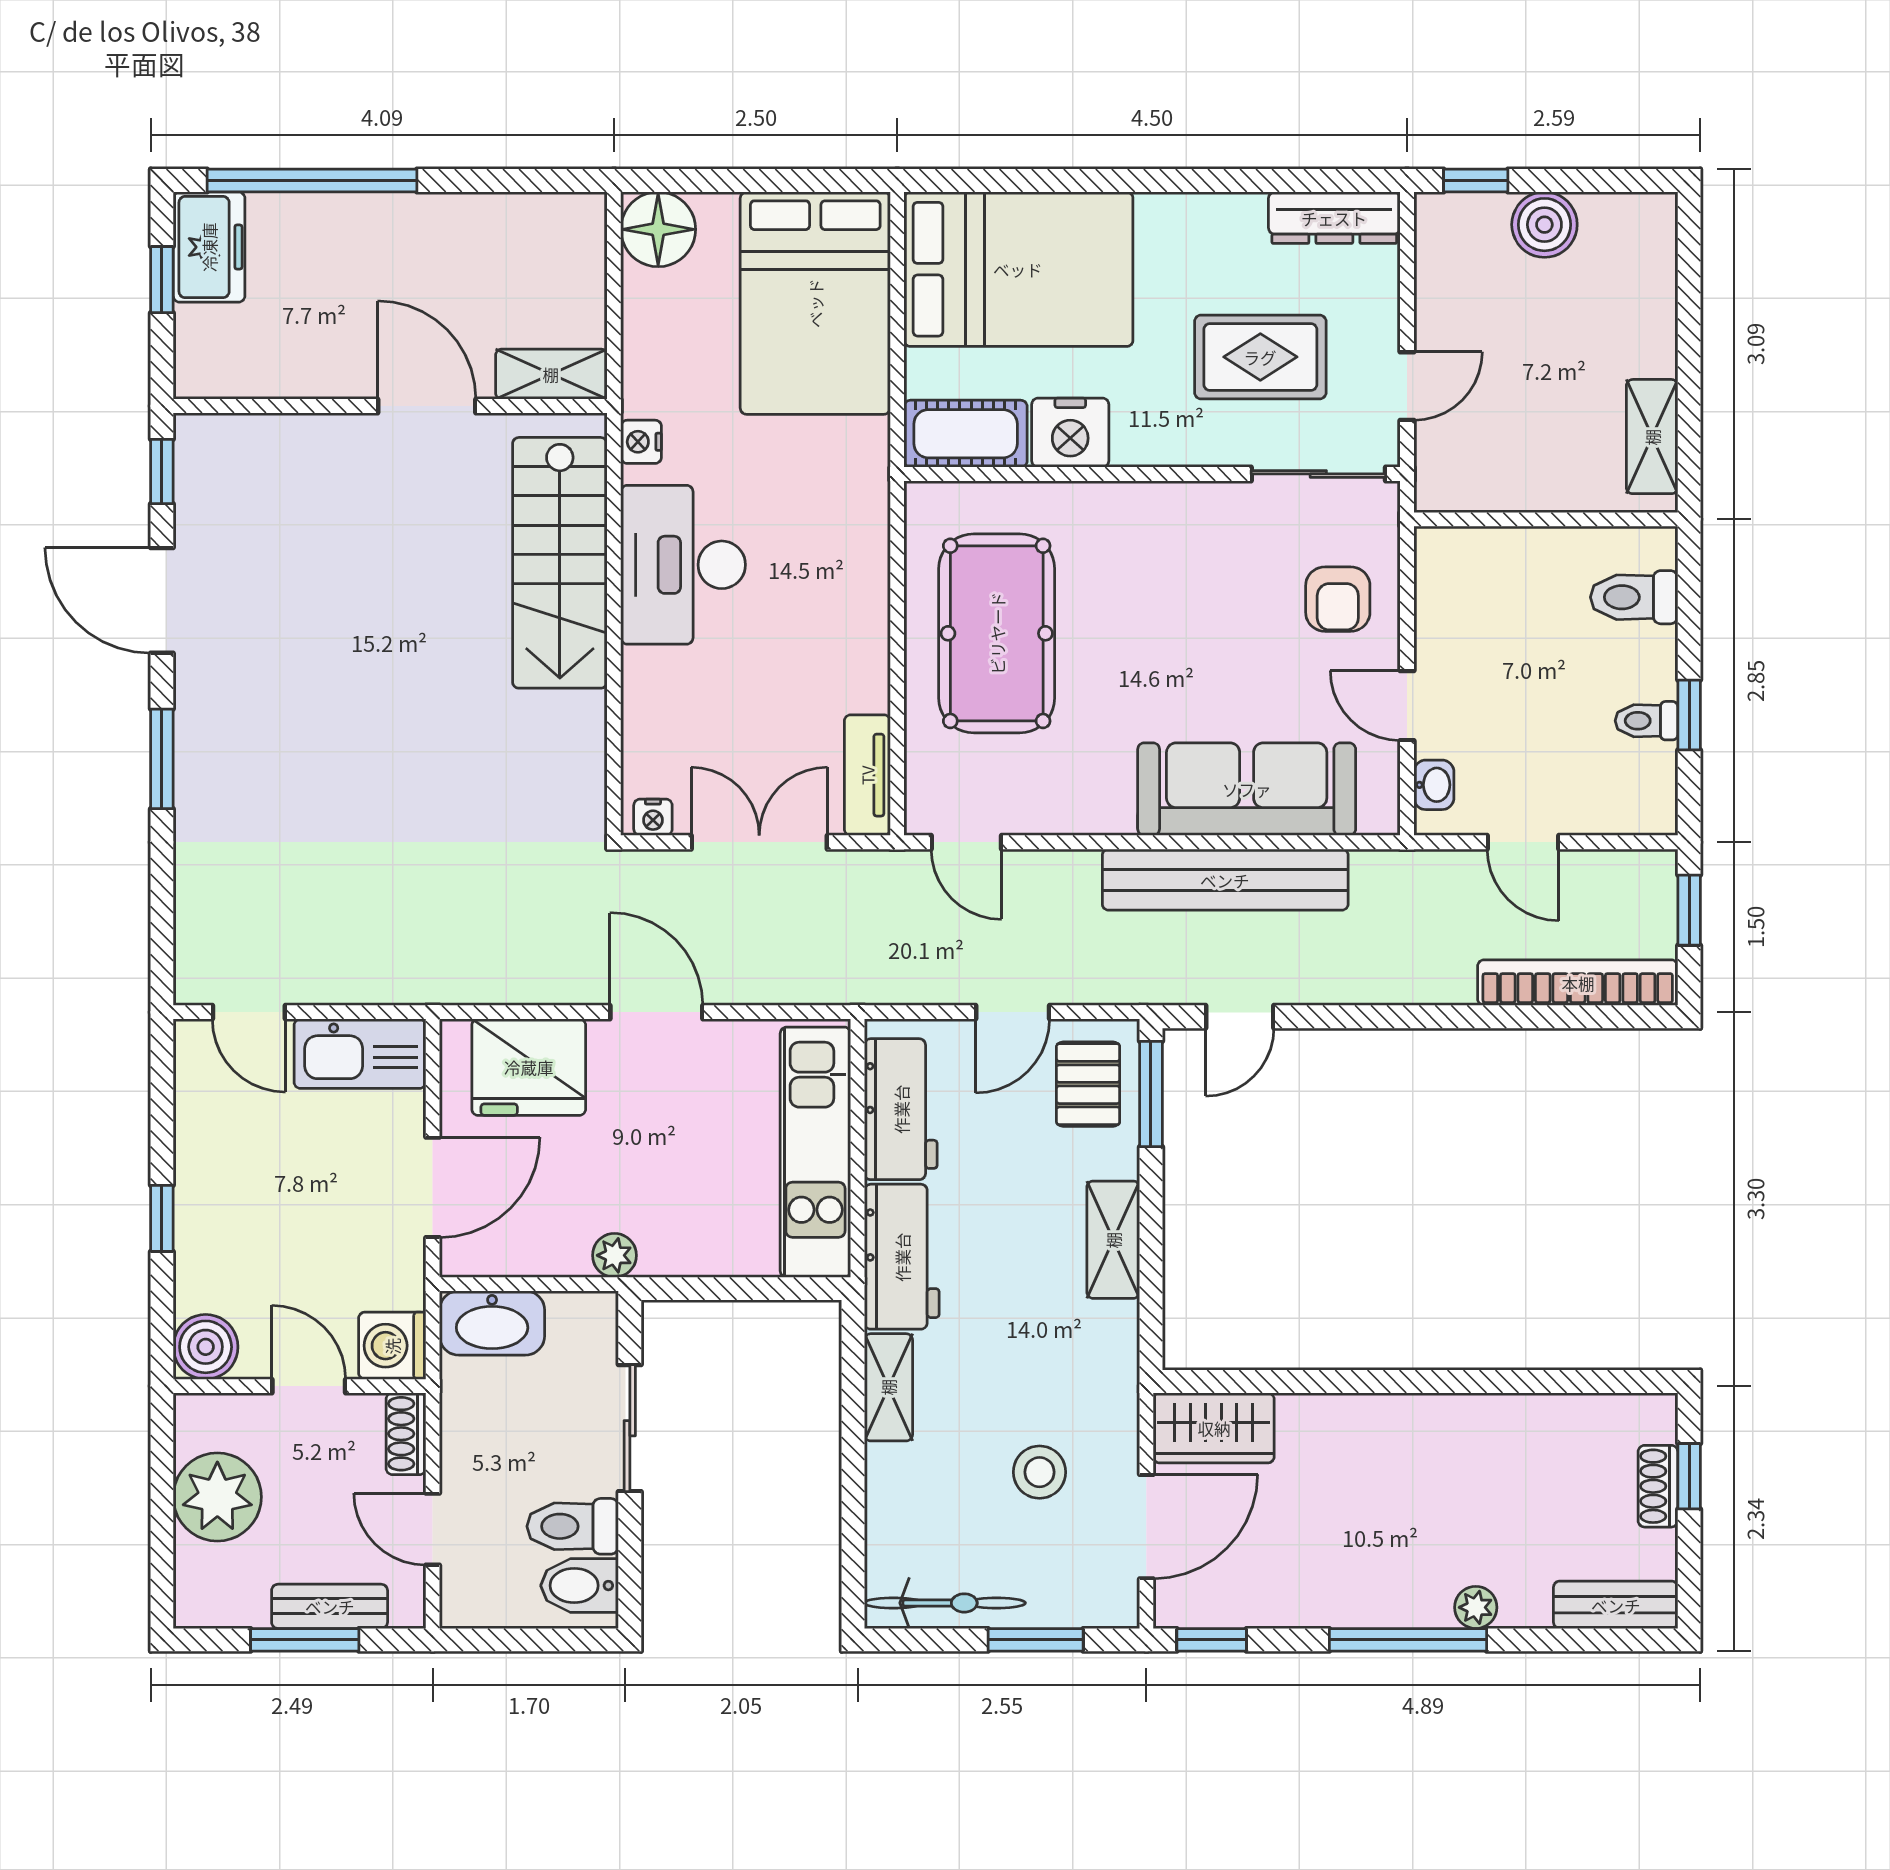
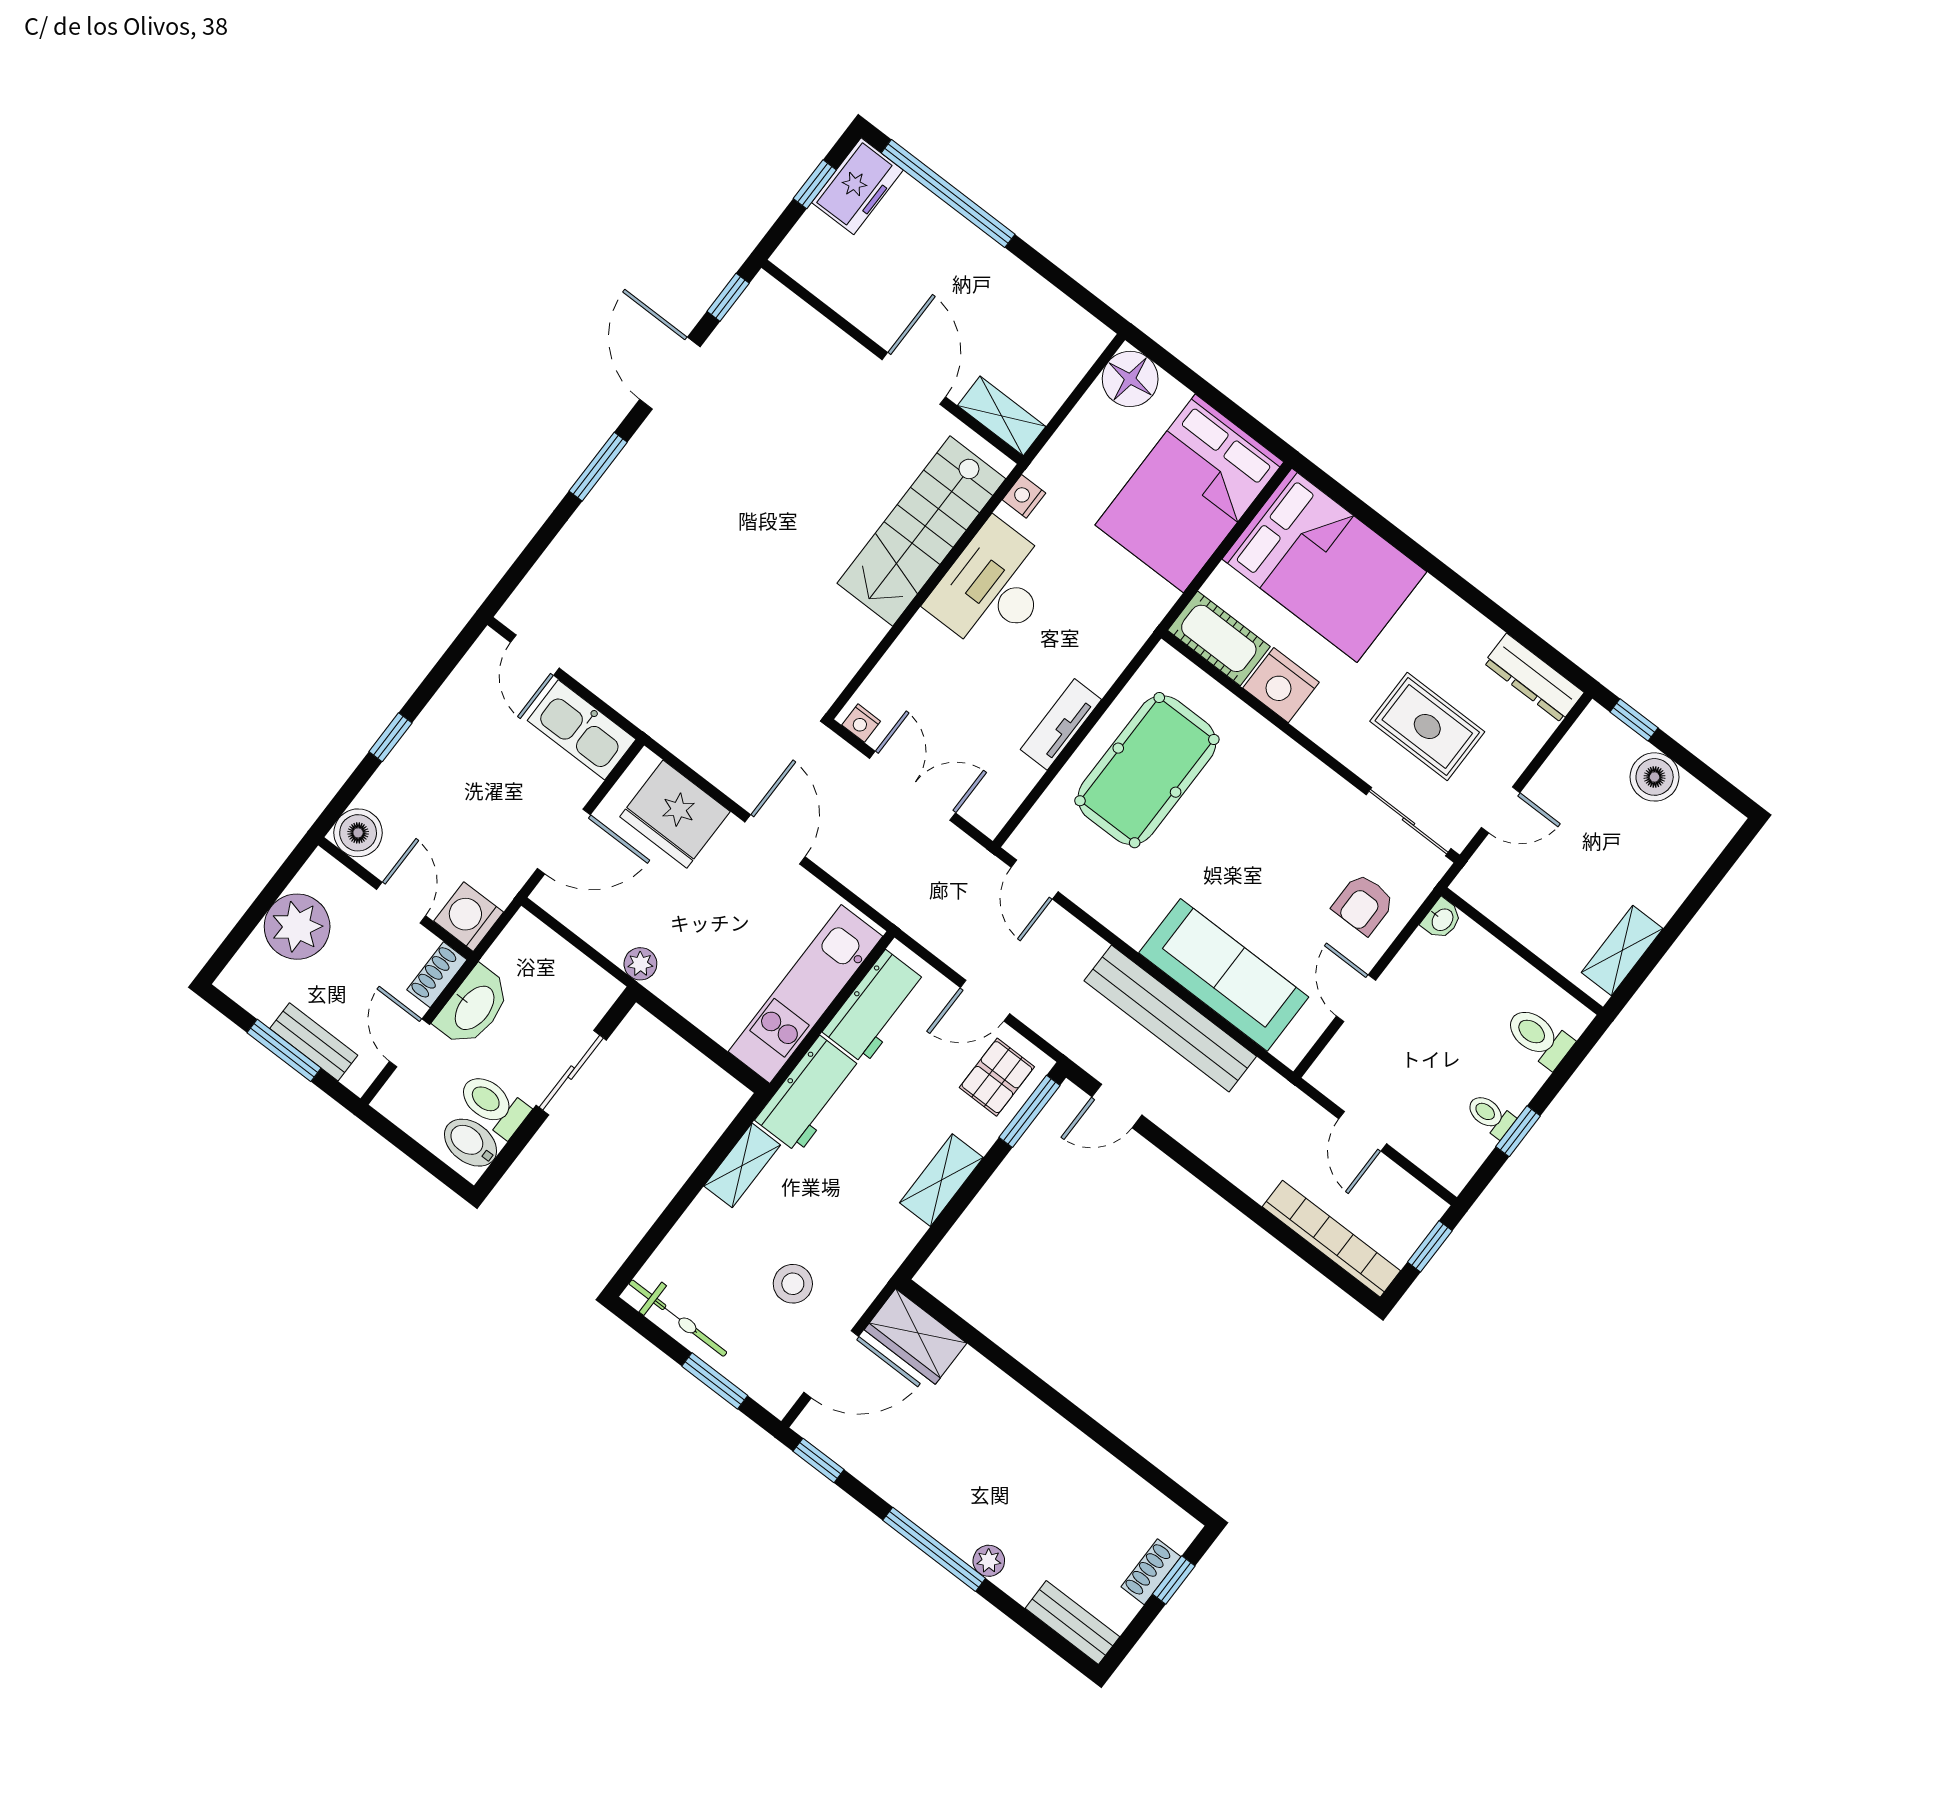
tv unit: (867, 775) -> (1061, 724), moved
washbasin: (1434, 785) -> (1442, 919), moved
washbasin: (492, 1323) -> (473, 1007), moved, turned -90

